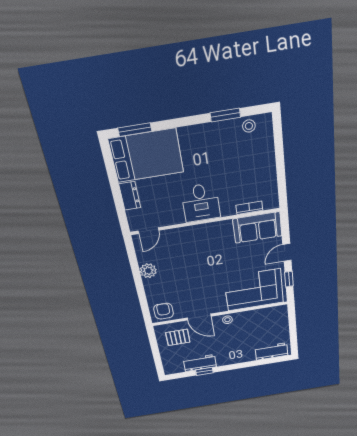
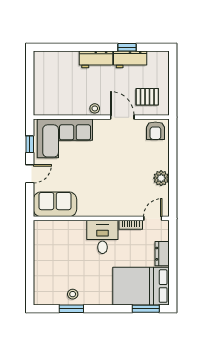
stool: (249, 126) -> (73, 294), moved
bookcase: (249, 208) -> (131, 225), moved
workbench: (272, 351) -> (96, 59), moved

